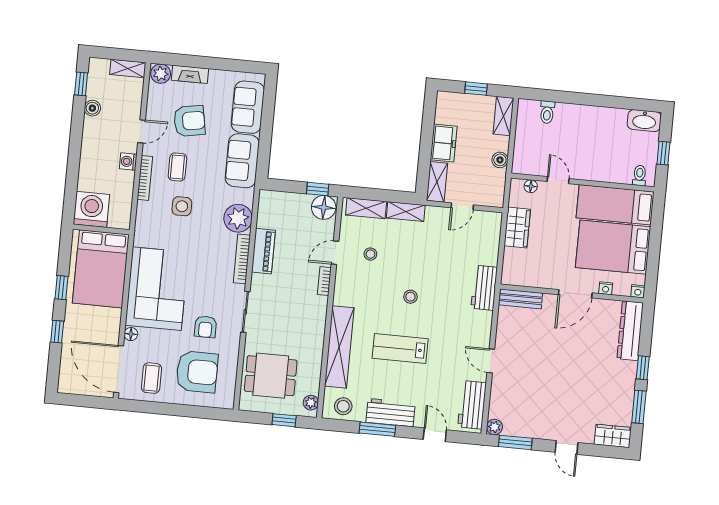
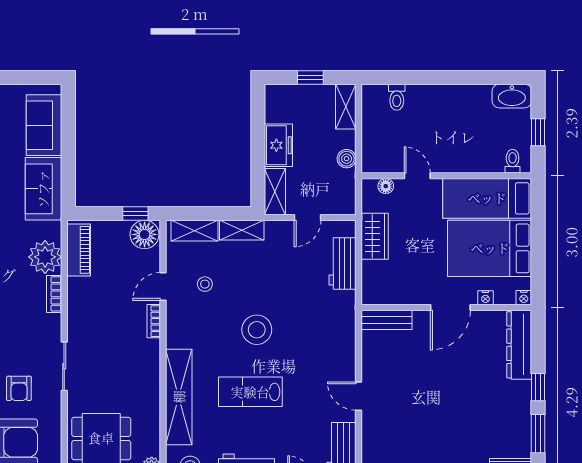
piano: (263, 251) -> (79, 250), moved
bookcase: (242, 259) -> (54, 294), width x0.64
workbench: (484, 288) -> (342, 263), moved
stool: (410, 297) -> (257, 330), width x1.89, depth x1.89

